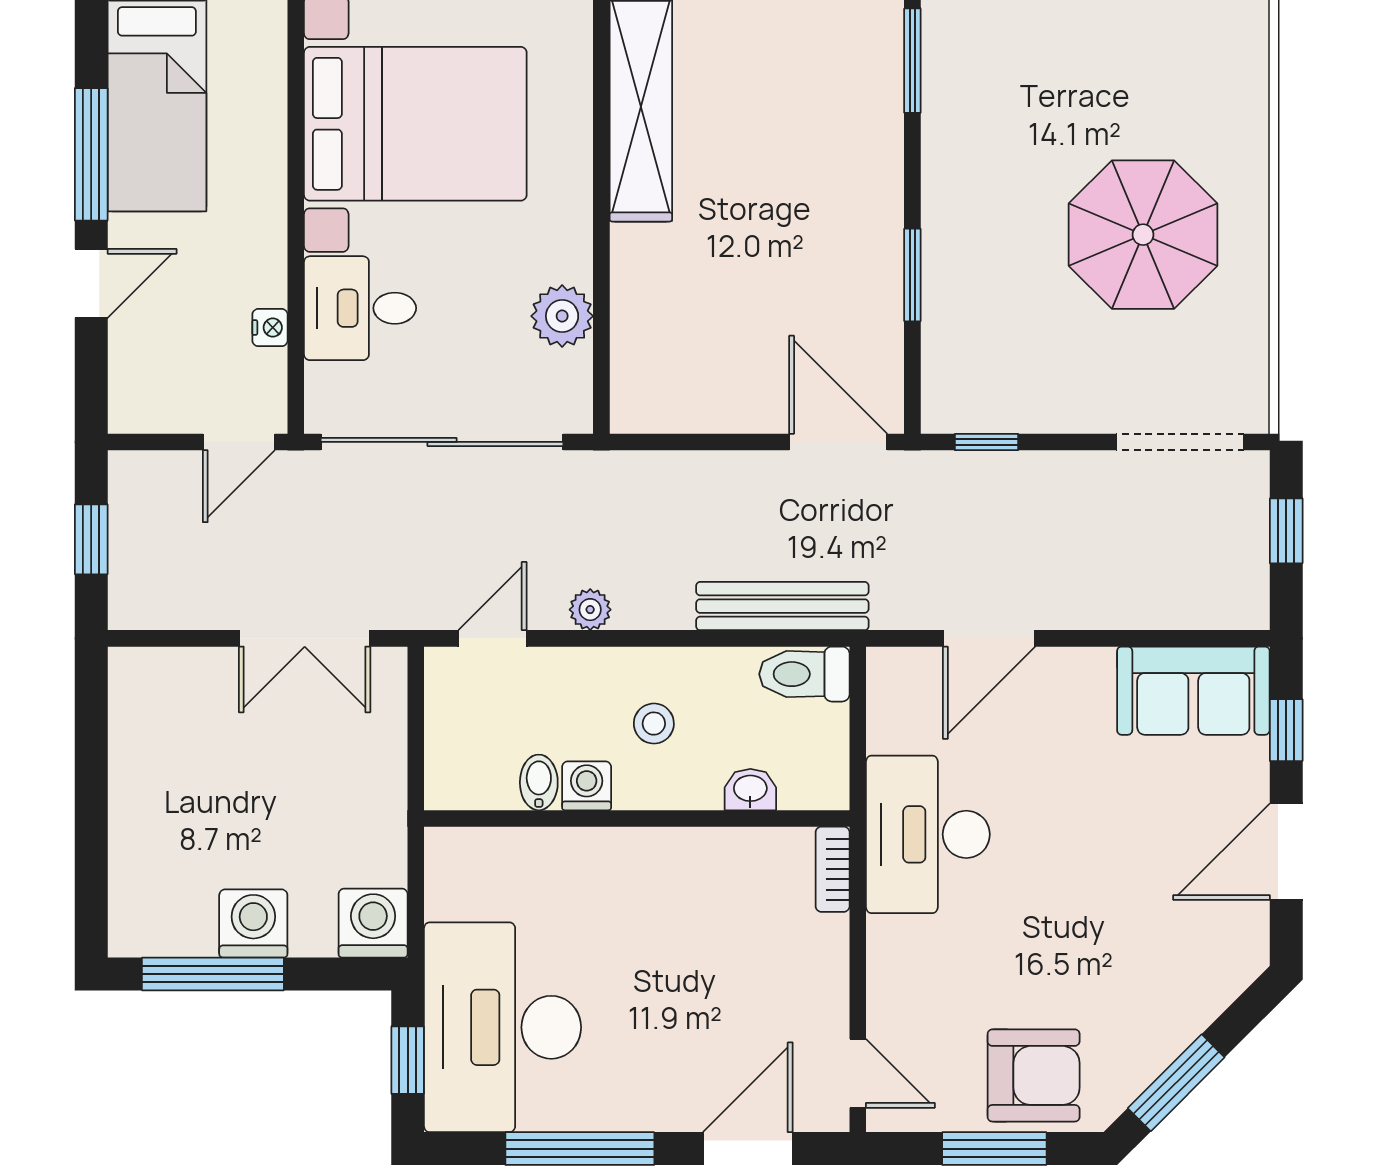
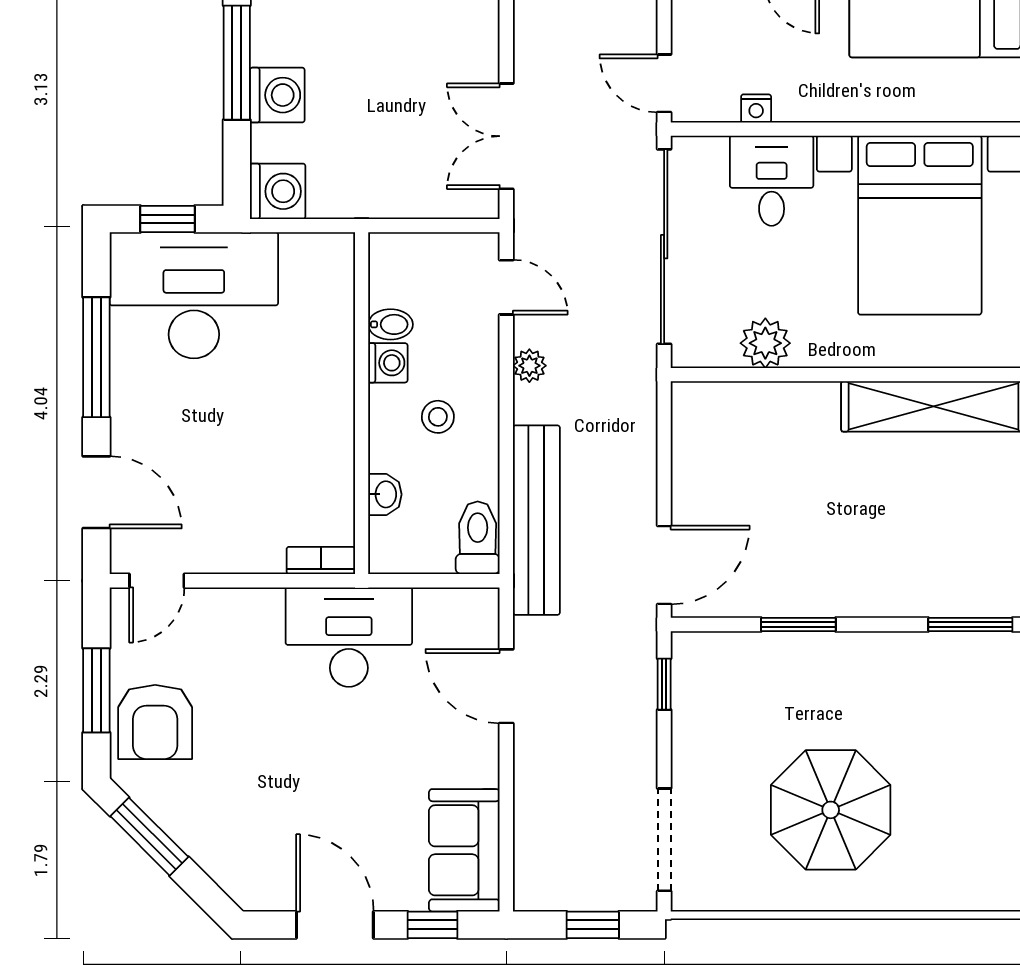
bench: (782, 606) -> (536, 520), width x1.37, depth x1.21

